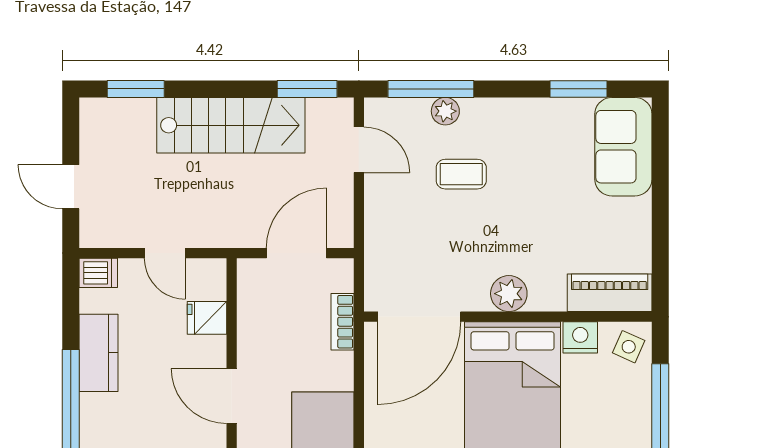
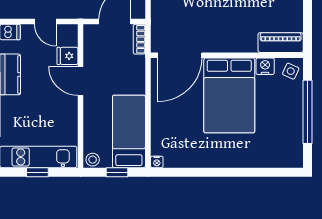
plant: (509, 294) -> (227, 43), removed
bookcase: (342, 322) -> (139, 39), moved
door: (232, 396) -> (81, 81), moved

